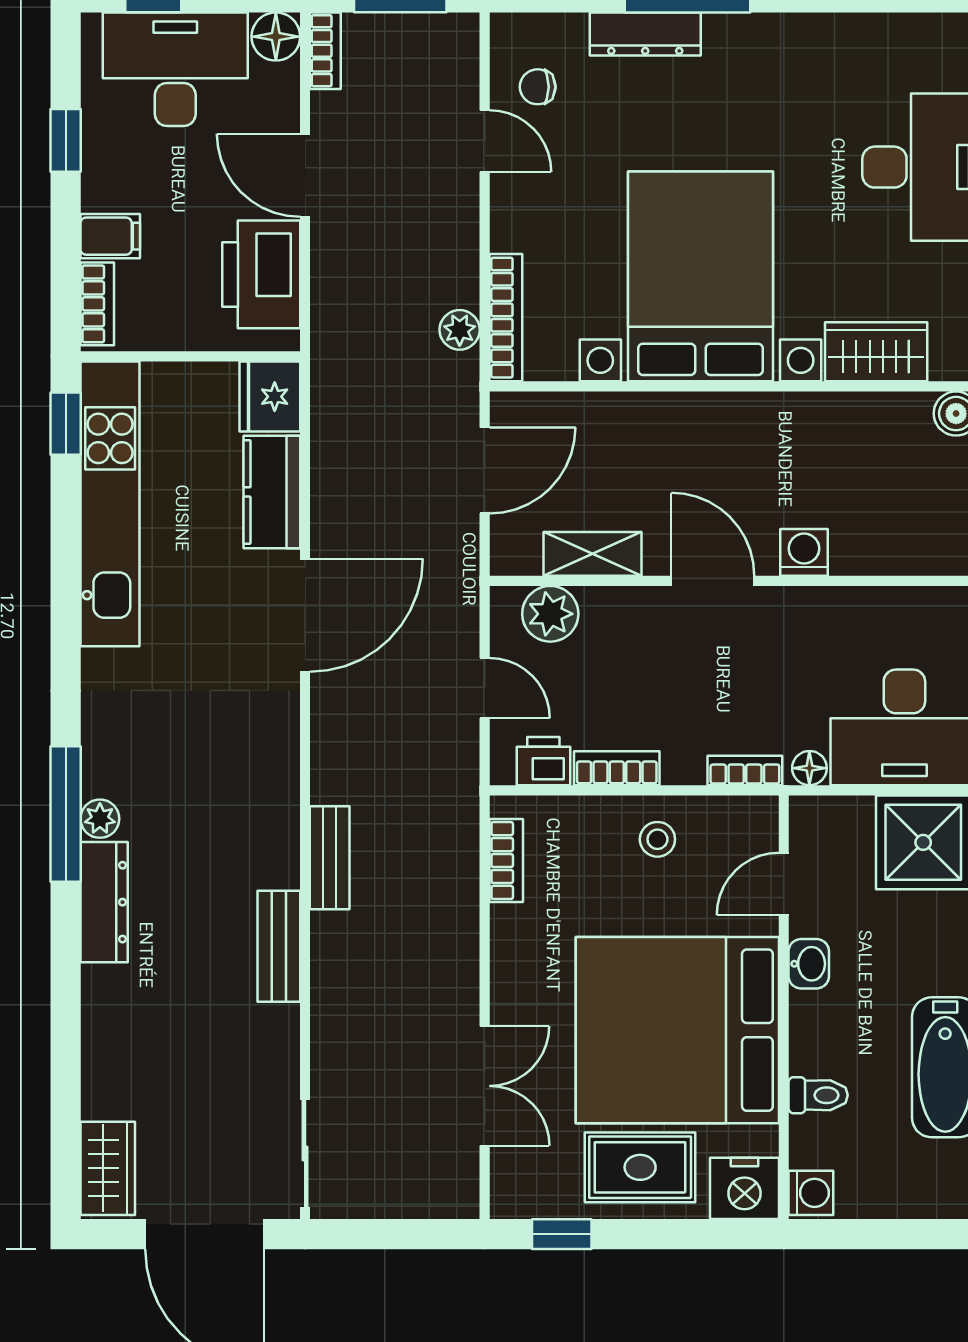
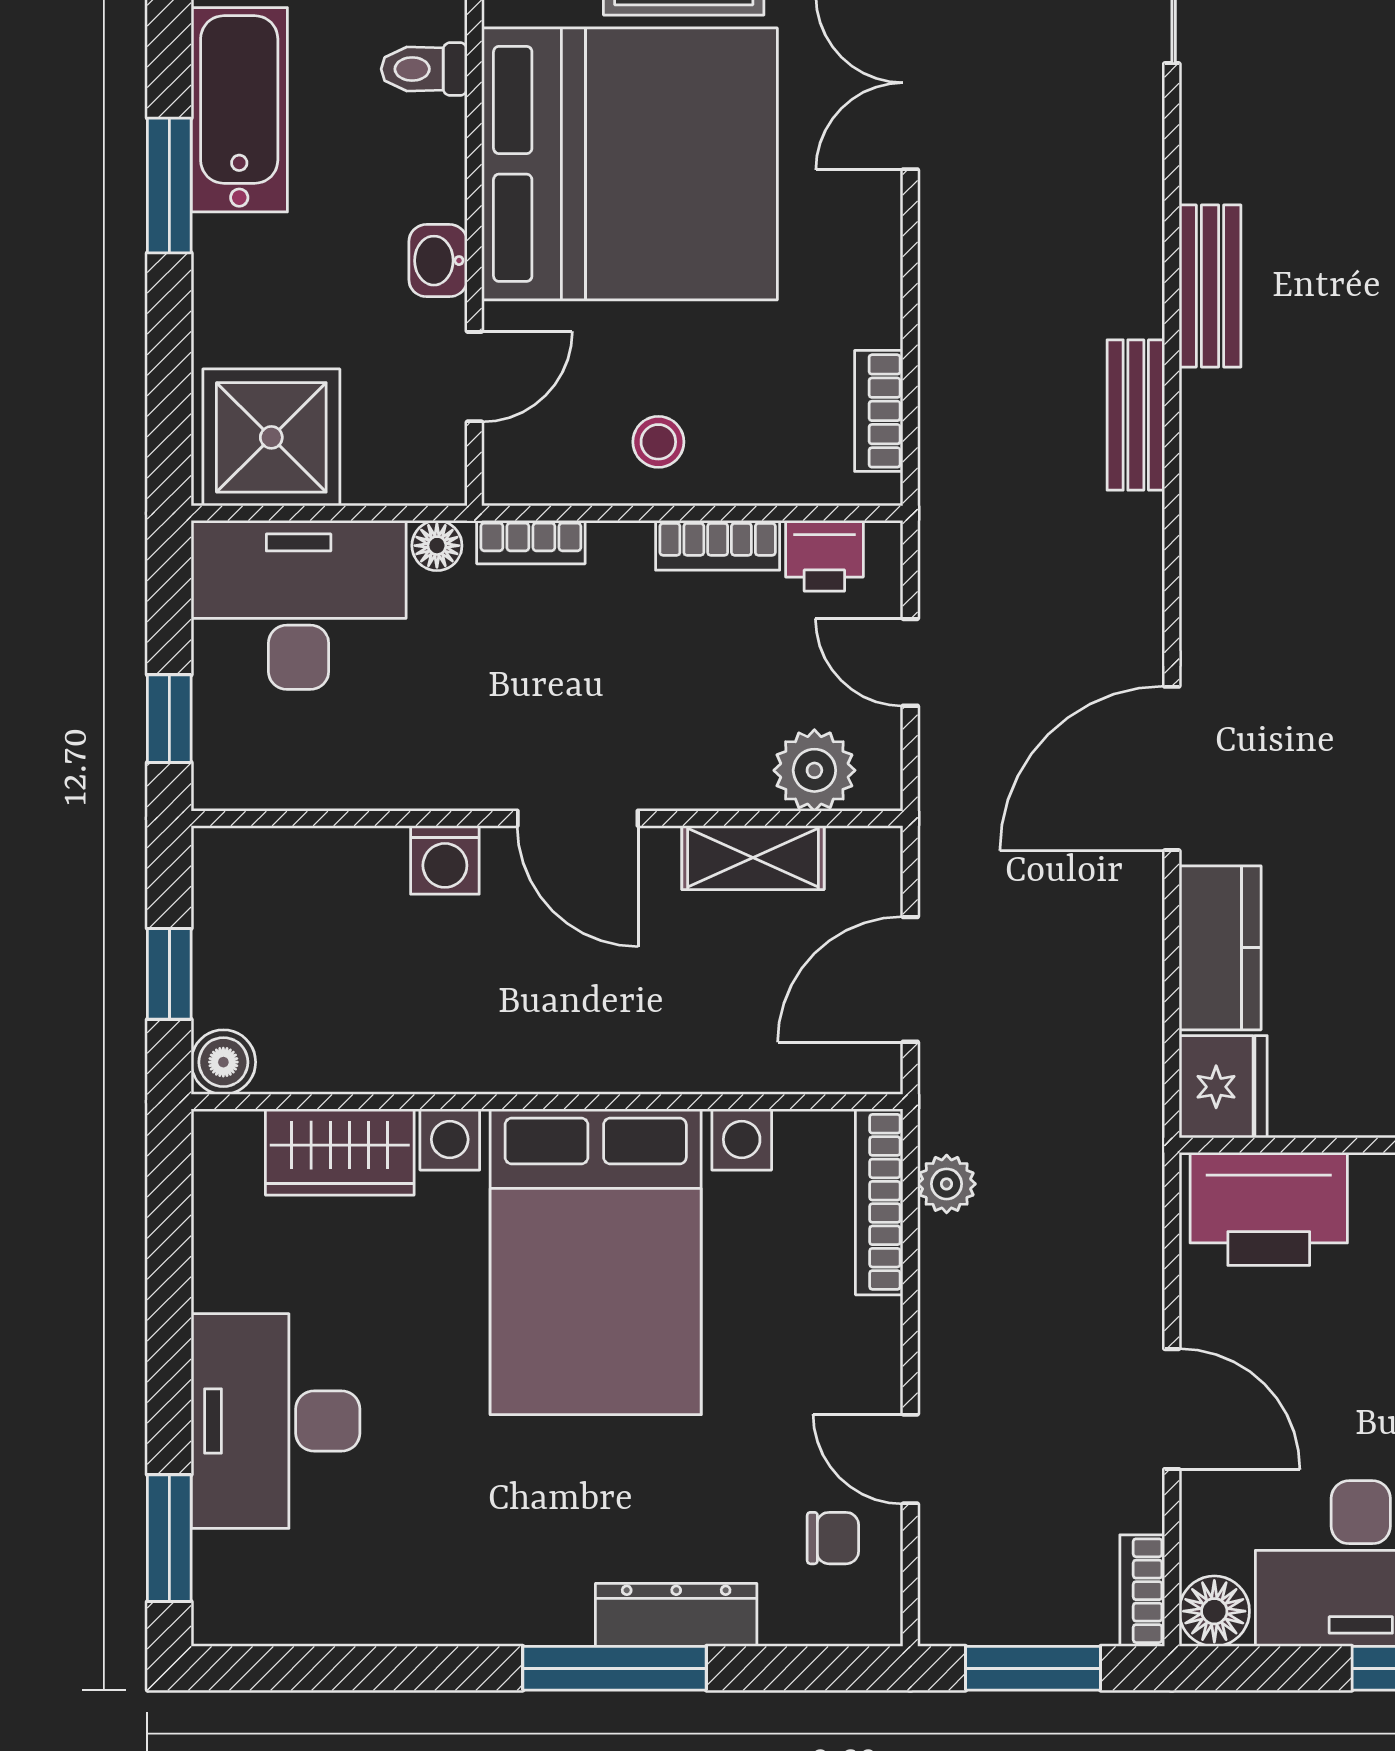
printer: (261, 274) -> (1269, 1209), moved, turned 90

